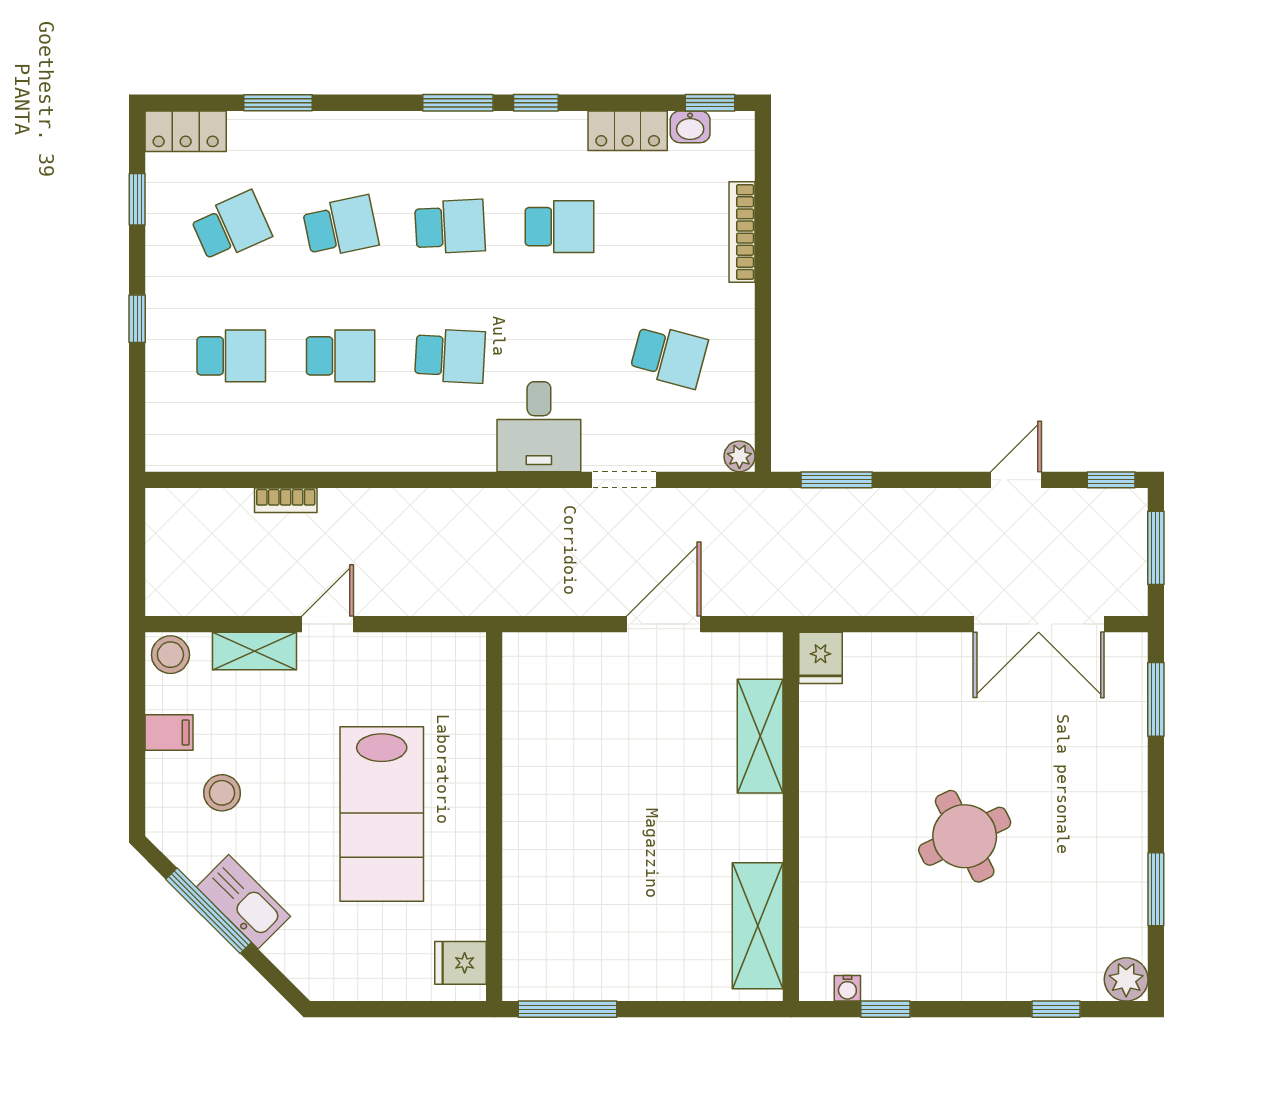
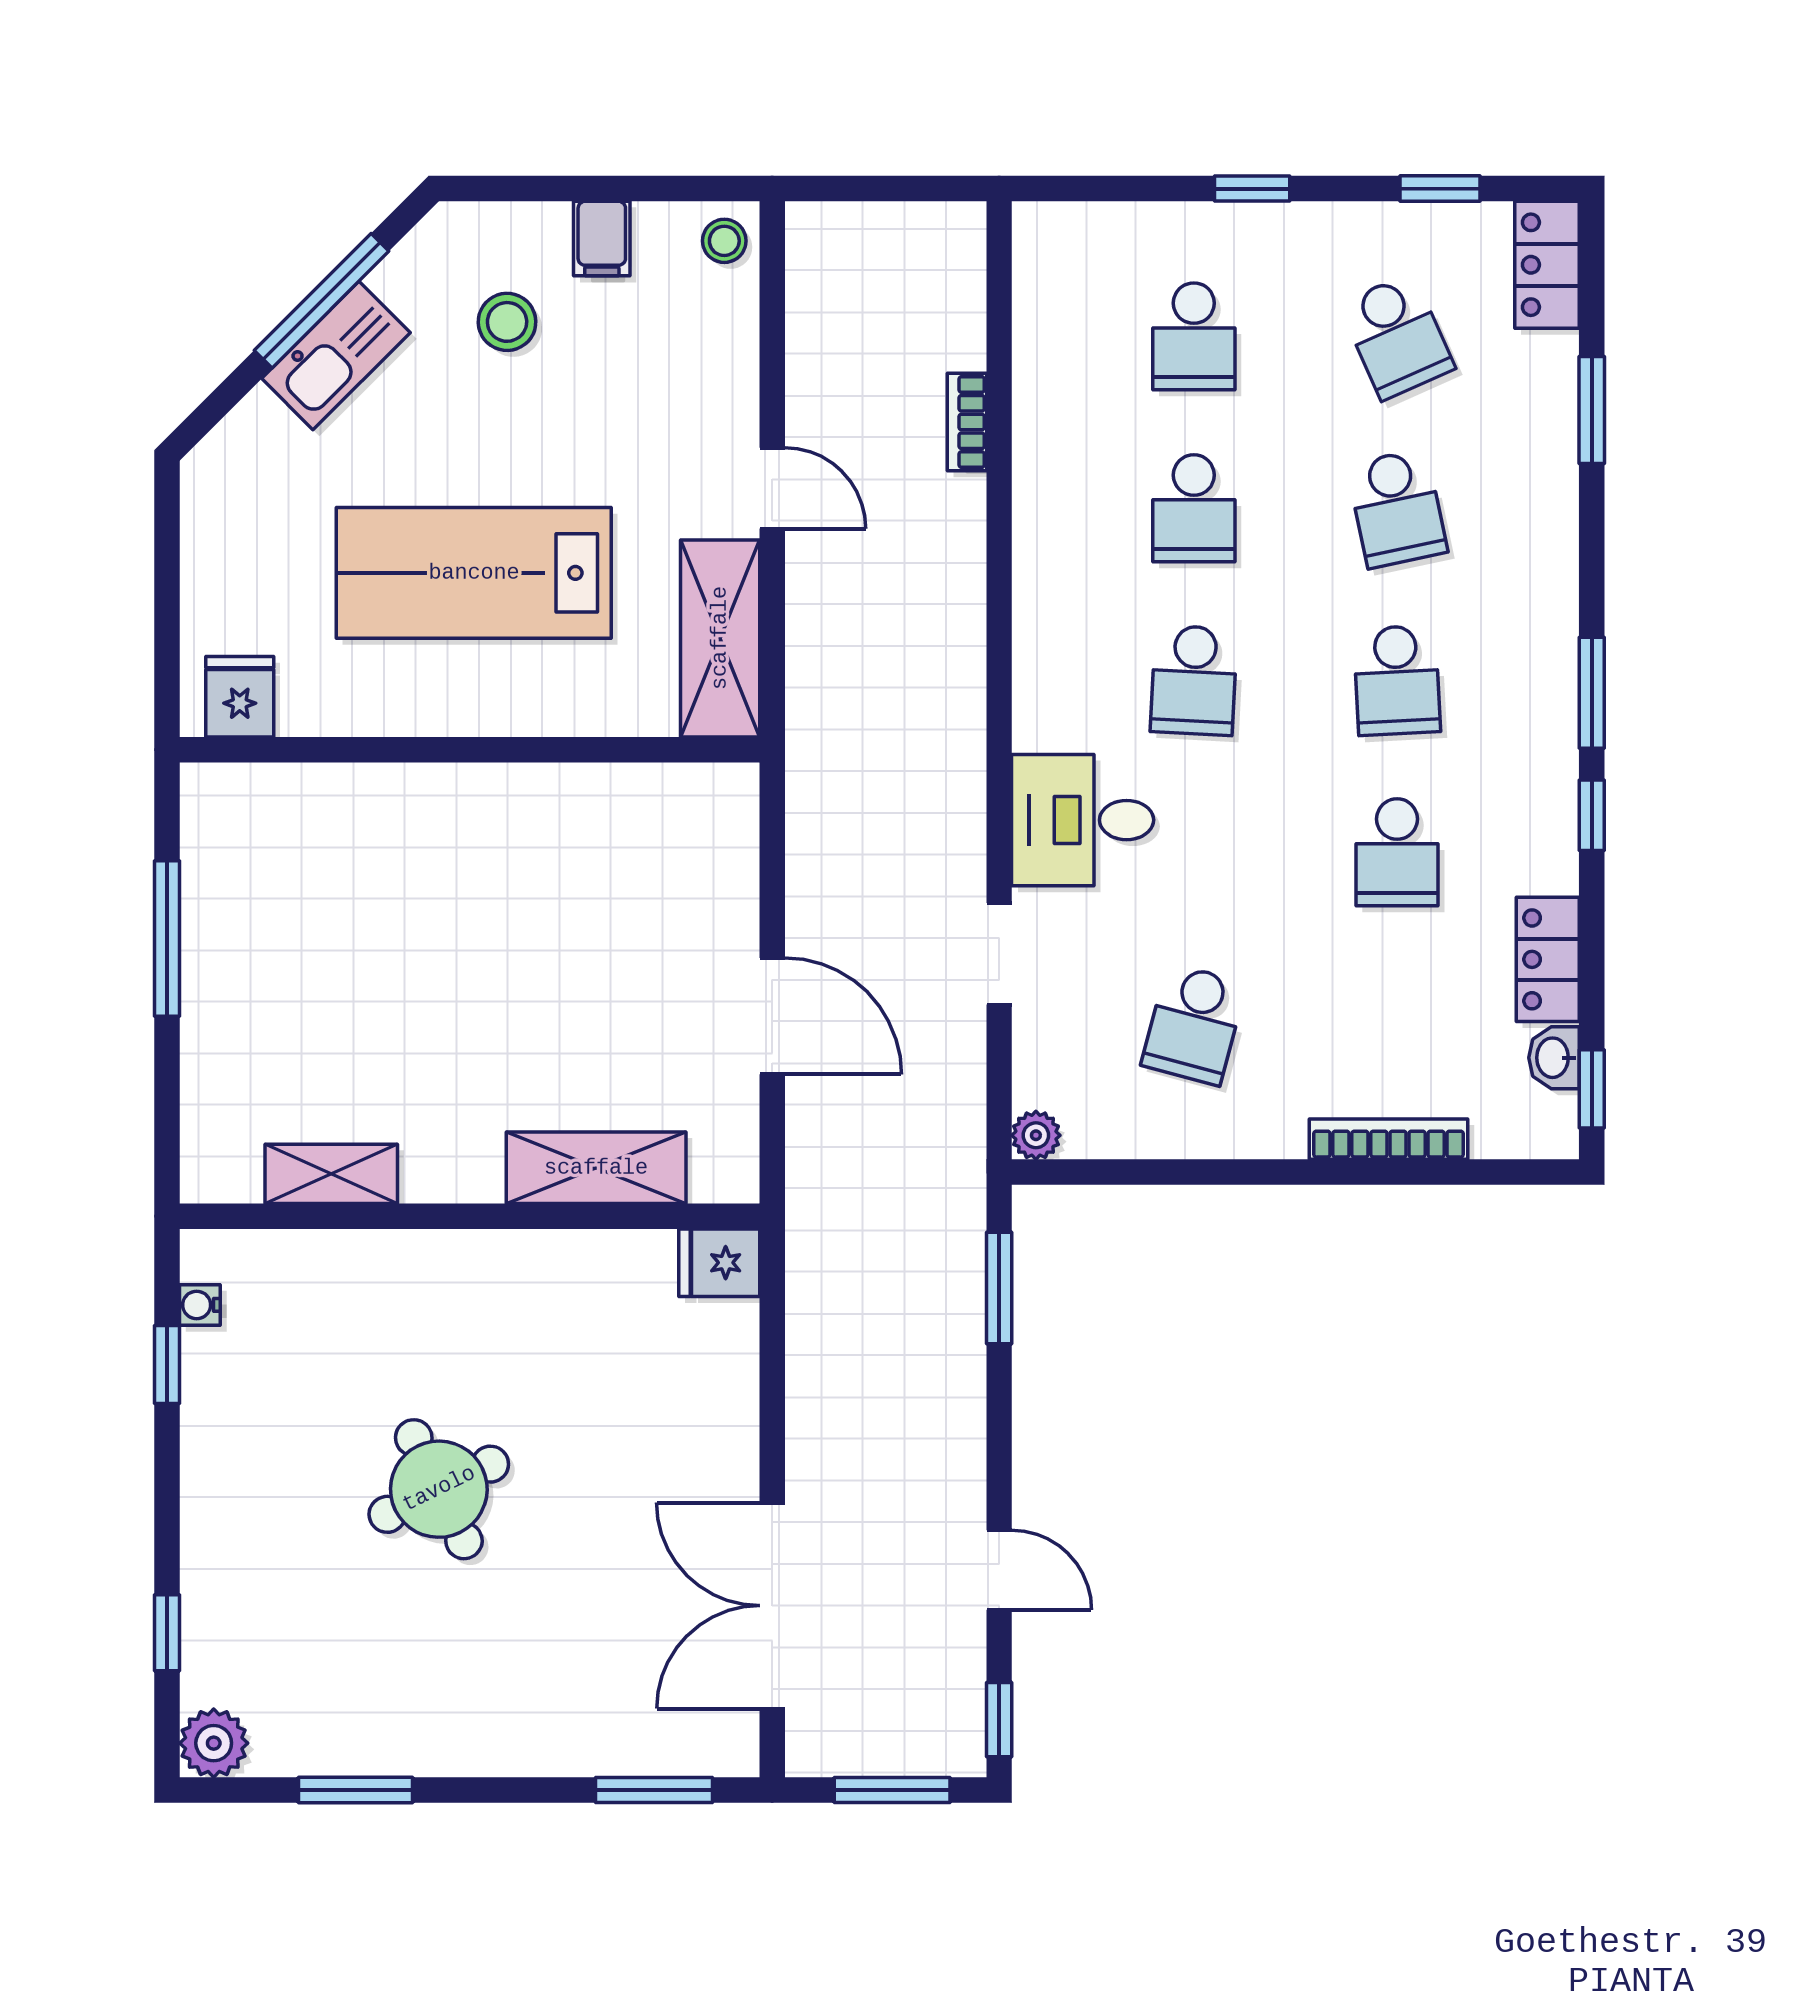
shelving: (254, 651) -> (720, 638), moved, width x1.50, depth x1.33
stool: (170, 655) -> (724, 241), width x0.73, depth x0.73
shelving: (758, 926) -> (331, 1174), width x0.67, depth x0.75
window: (568, 1009) -> (167, 938), moved

